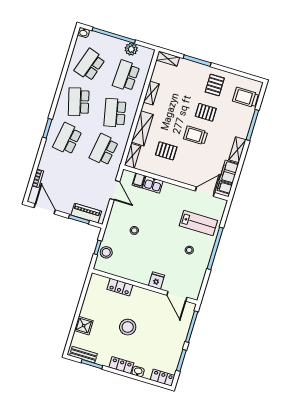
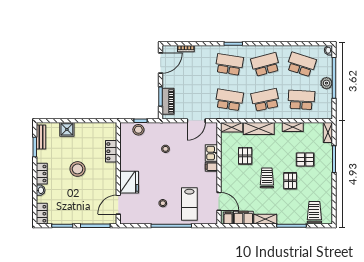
plant: (131, 49) -> (326, 83), moved
pallet: (215, 85) -> (305, 159), moved
filing cabinet: (139, 180) -> (211, 167), moved
fridge: (156, 280) -> (129, 182), width x1.88, depth x1.34

